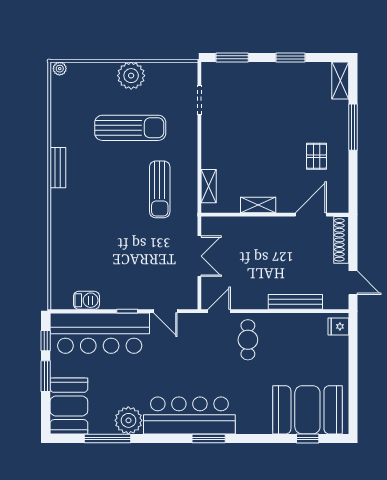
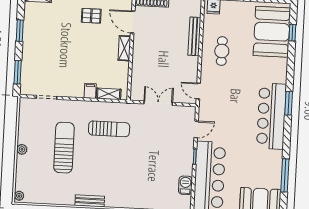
plant: (131, 76) -> (22, 149), width x0.53, depth x0.53
filing cabinet: (212, 160) -> (90, 91), added
shelving: (258, 205) -> (124, 48), moved
cafe table: (248, 340) -> (222, 51), moved, turned 90
plant: (128, 420) -> (273, 160), removed

